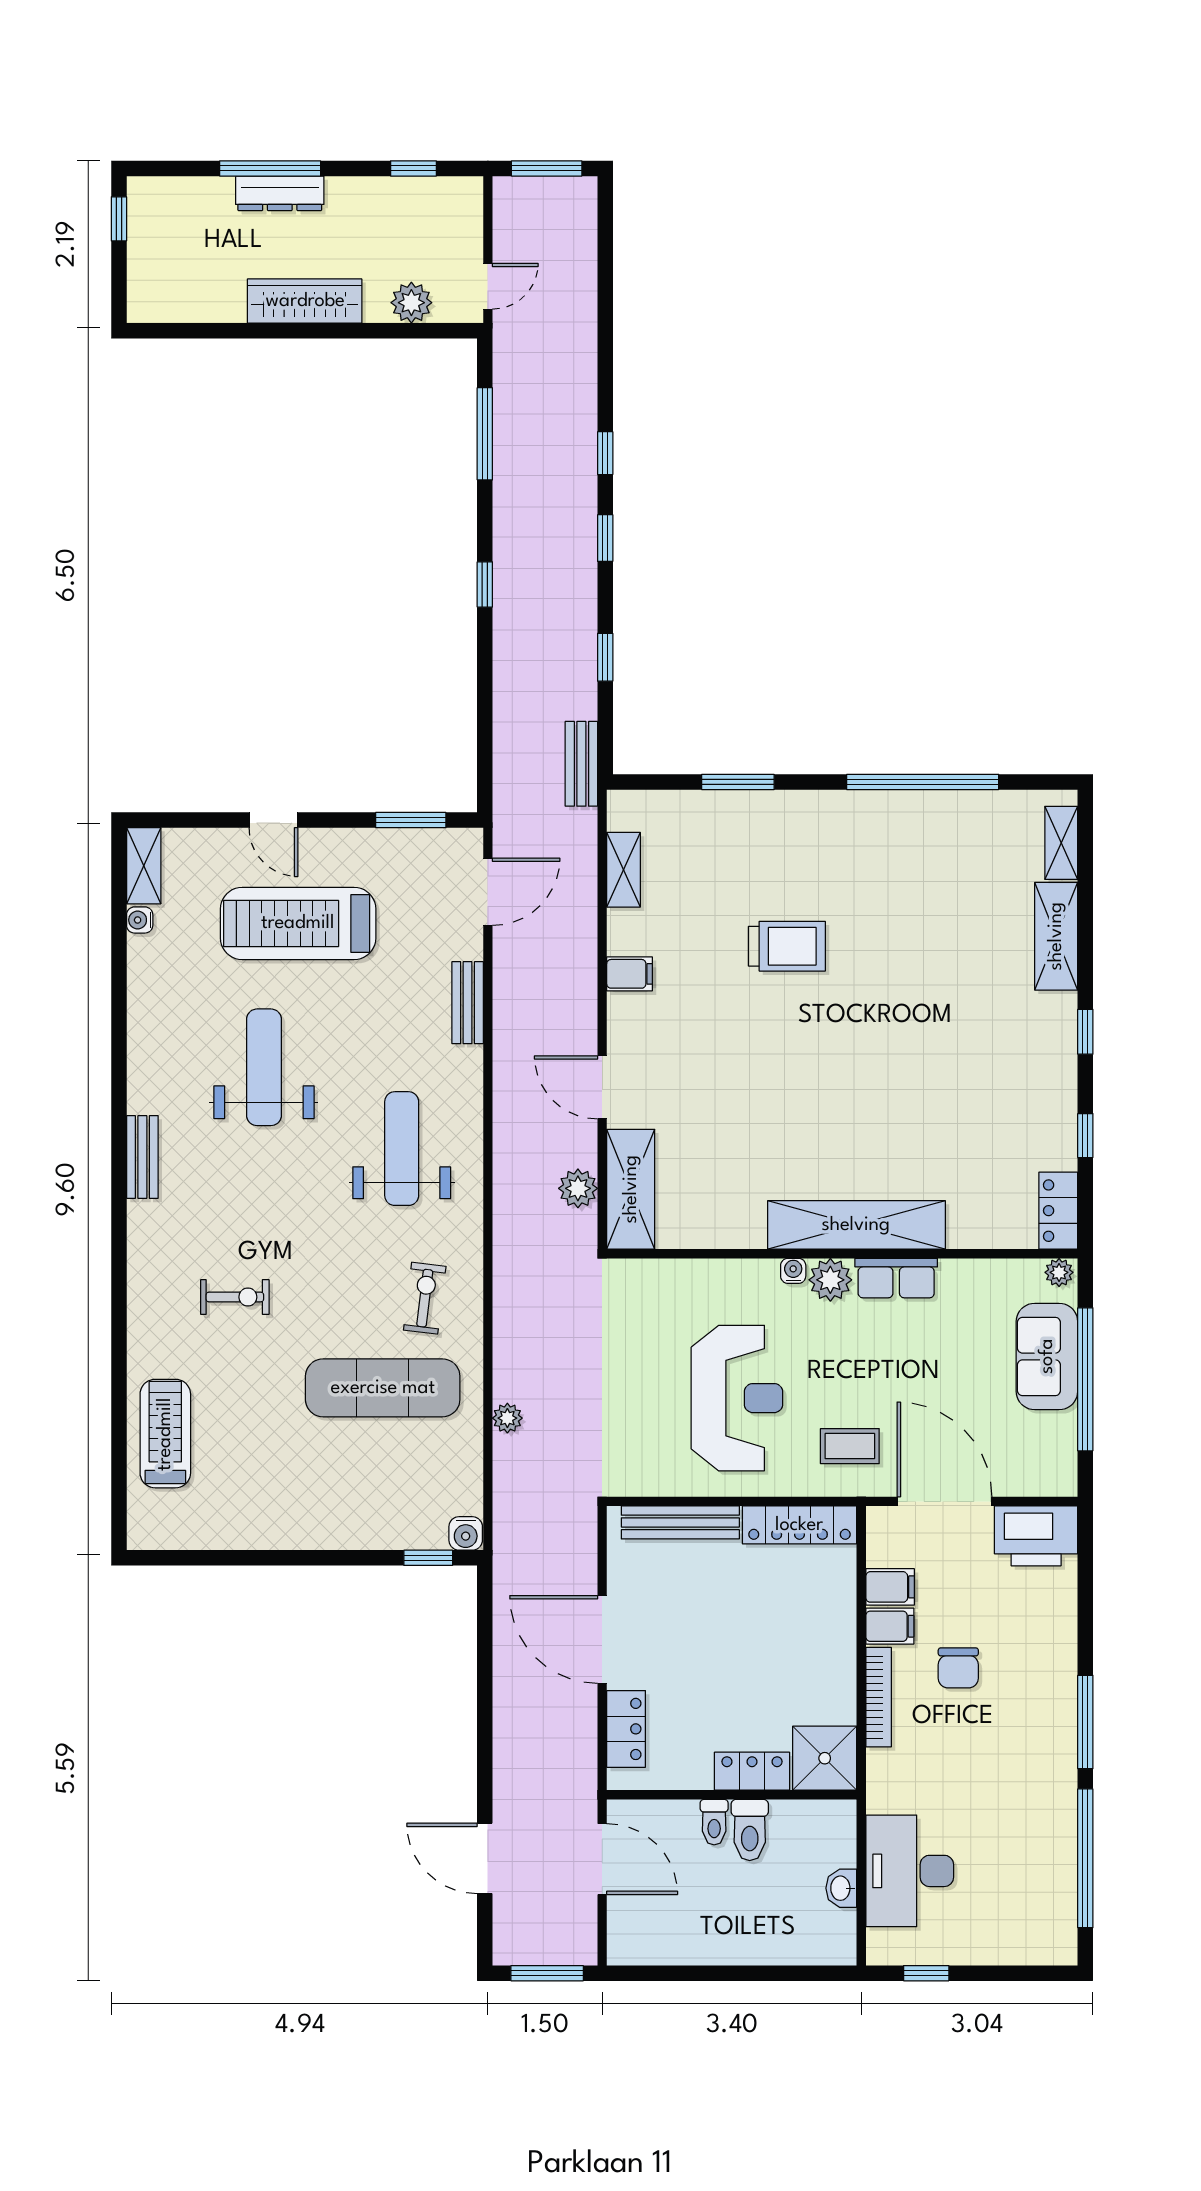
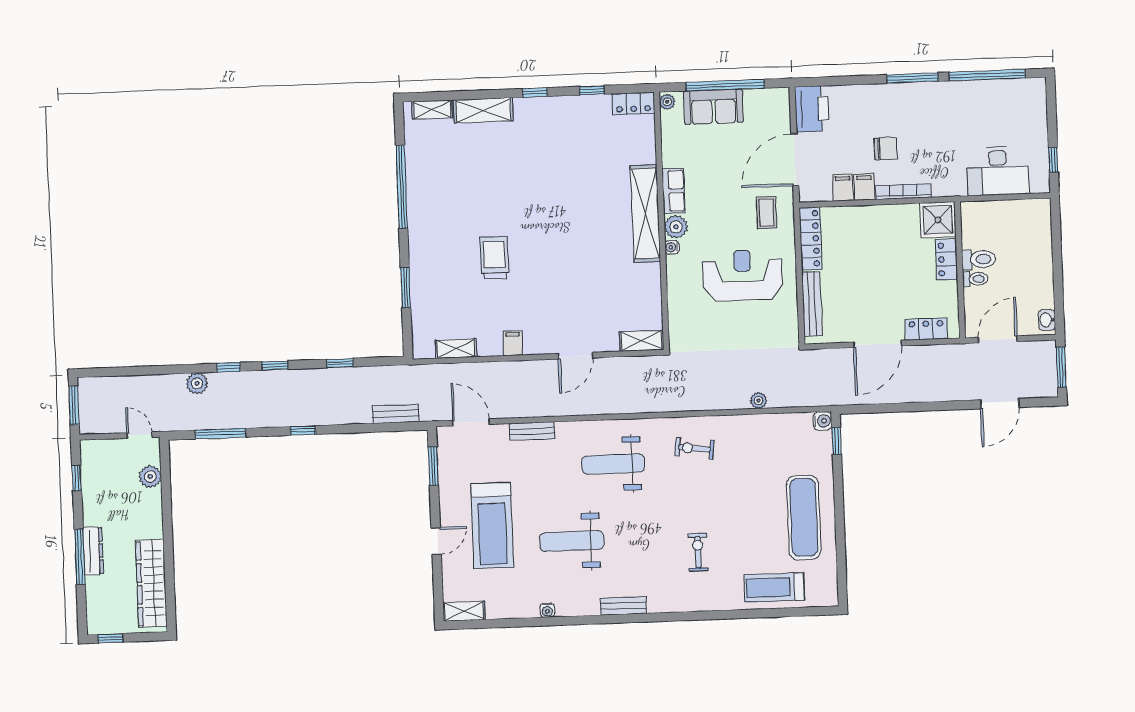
wardrobe: (305, 301) -> (151, 583), moved, width x1.40, depth x1.17
bench: (581, 764) -> (396, 414), moved
water cooler: (140, 920) -> (547, 610), moved
plant: (578, 1188) -> (197, 383), moved
shelving: (631, 1189) -> (642, 341), width x0.67, depth x0.75
exercise mat: (383, 1388) -> (804, 517), moved
washbasin: (841, 1888) -> (1047, 320), moved, turned 90

